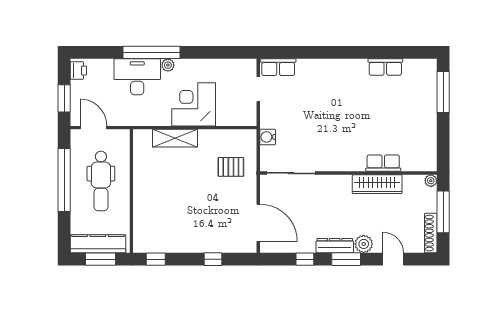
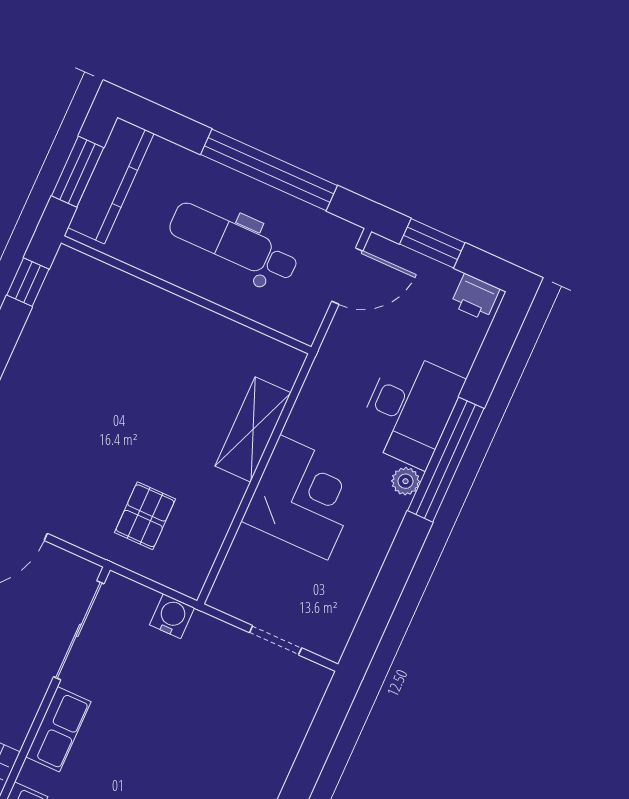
row of seats: (278, 67) -> (58, 729), moved, turned 180

